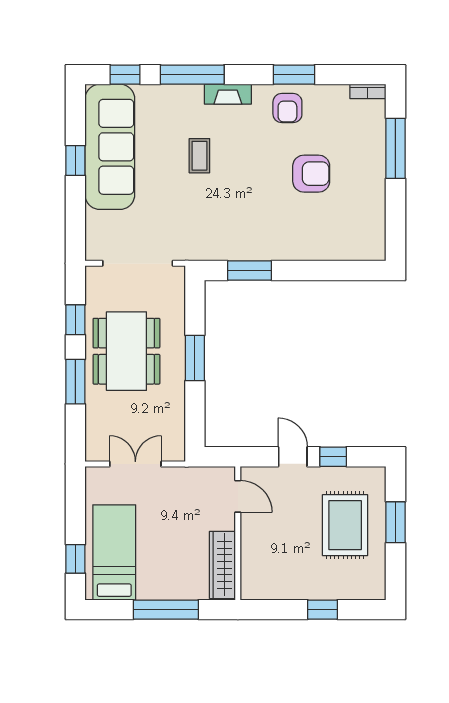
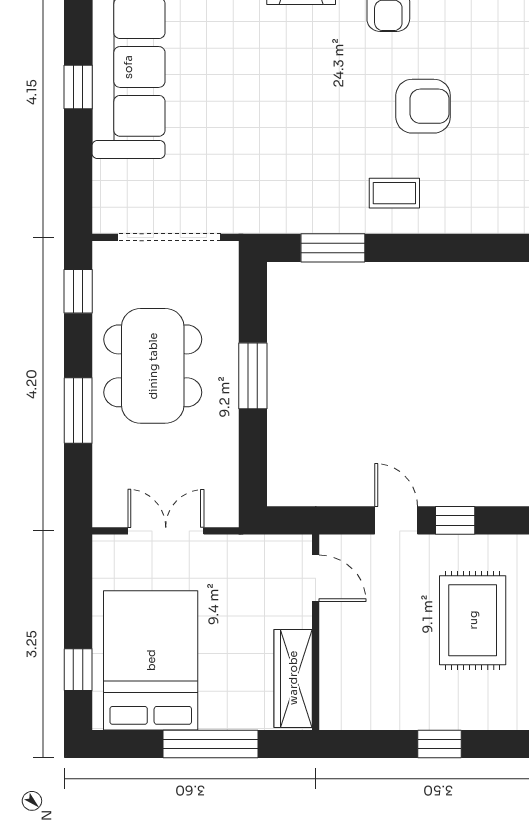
coffee table: (199, 156) -> (394, 193), moved, turned 90
window: (75, 320) -> (78, 291), moved
bed: (114, 552) -> (151, 660), width x1.50

